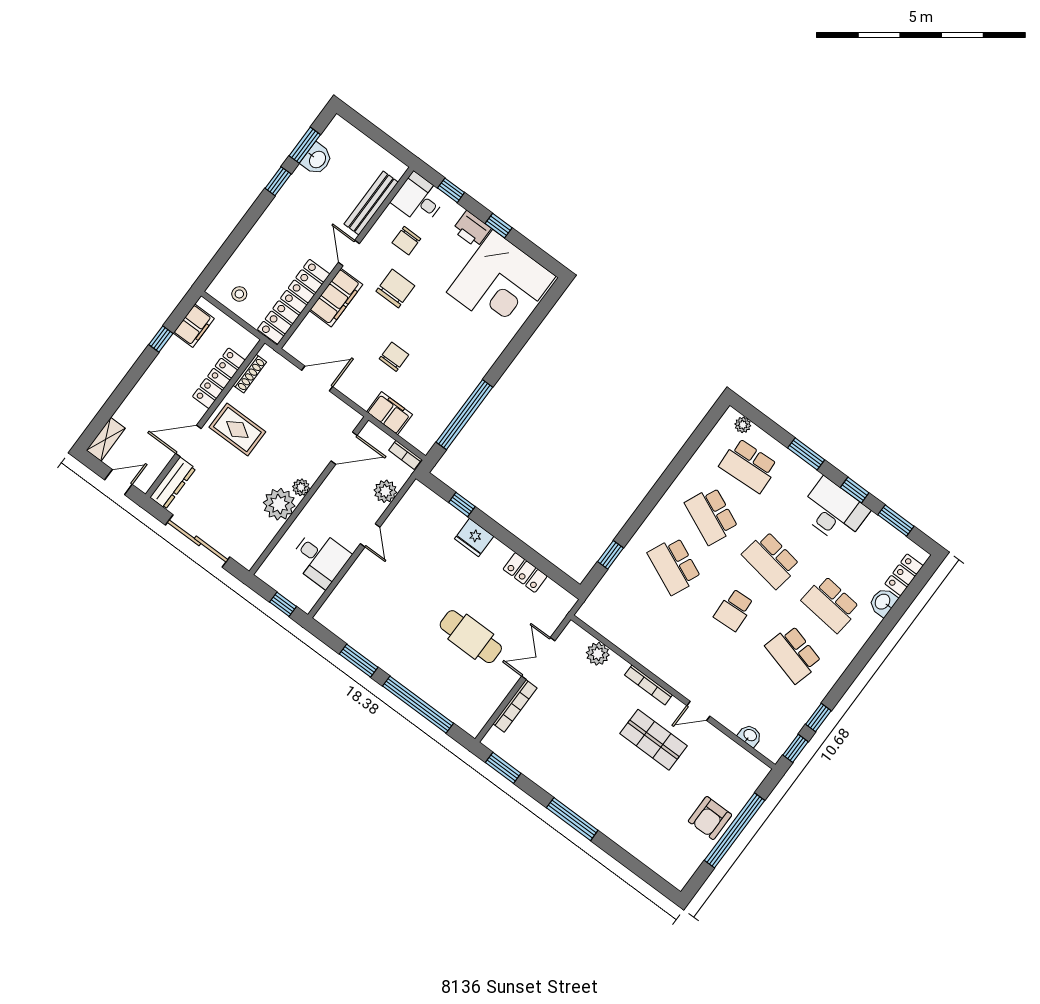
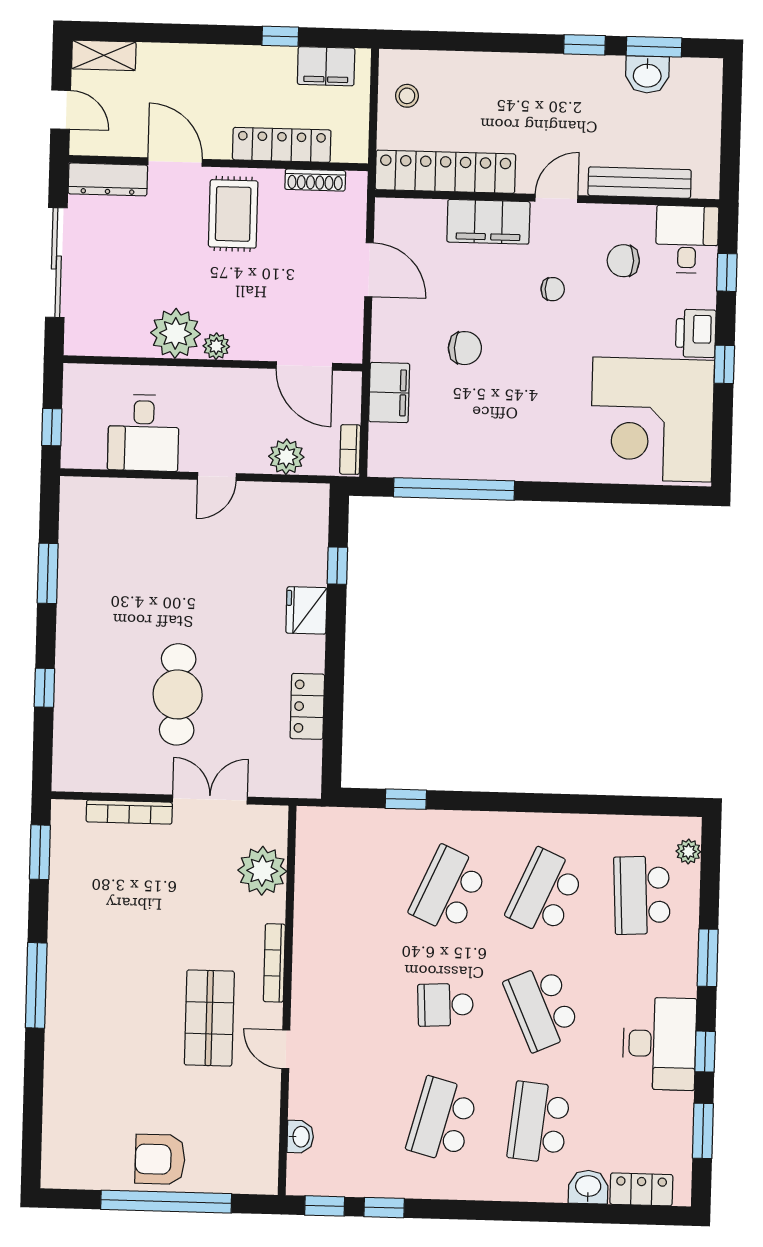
chair: (395, 288) -> (553, 289), width x0.54, depth x0.54
school desk: (771, 560) -> (542, 1007), turned -33
plant: (598, 654) -> (262, 871), width x1.36, depth x1.36
window: (418, 705) -> (44, 688), width x0.32

